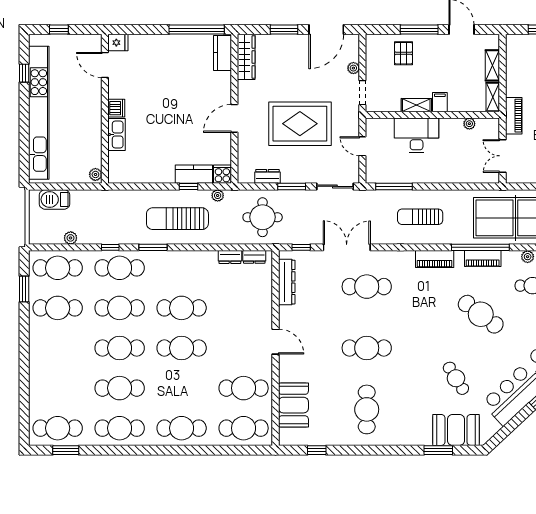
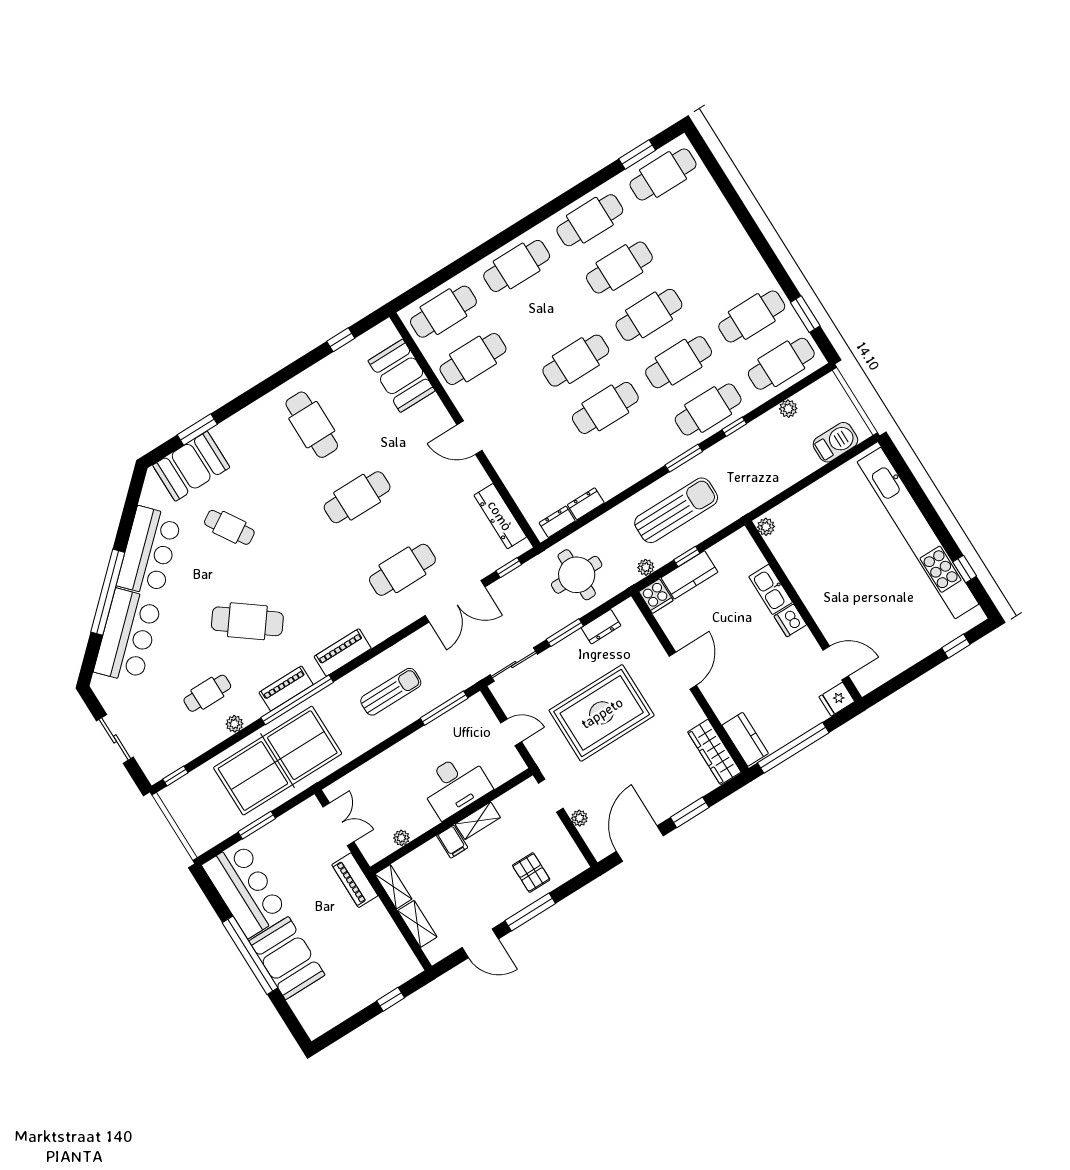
fridge: (118, 43) -> (837, 699), moved
door: (105, 65) -> (836, 663), moved
dishwasher: (116, 108) -> (790, 620), moved
wall: (105, 109) -> (803, 611), moved
kitchen sink: (116, 135) -> (771, 589), moved
plant: (95, 174) -> (766, 527), moved

